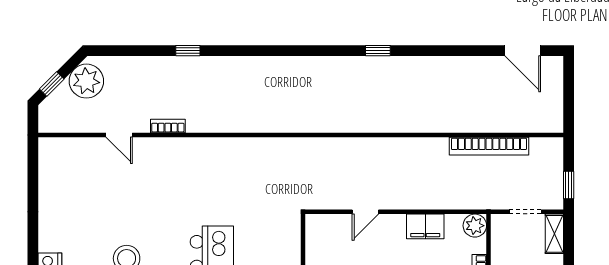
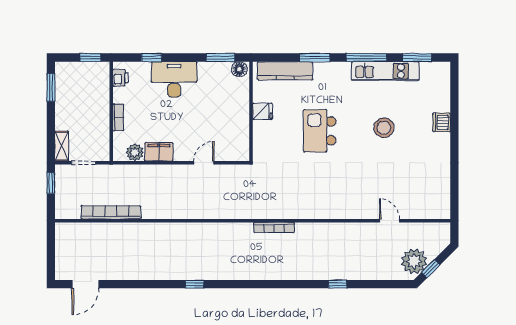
door: (523, 51) -> (85, 284), swing flipped
window: (52, 84) -> (431, 269), moved
bookcase: (168, 126) -> (274, 227), moved, width x1.56
plant: (475, 226) -> (135, 152), moved

